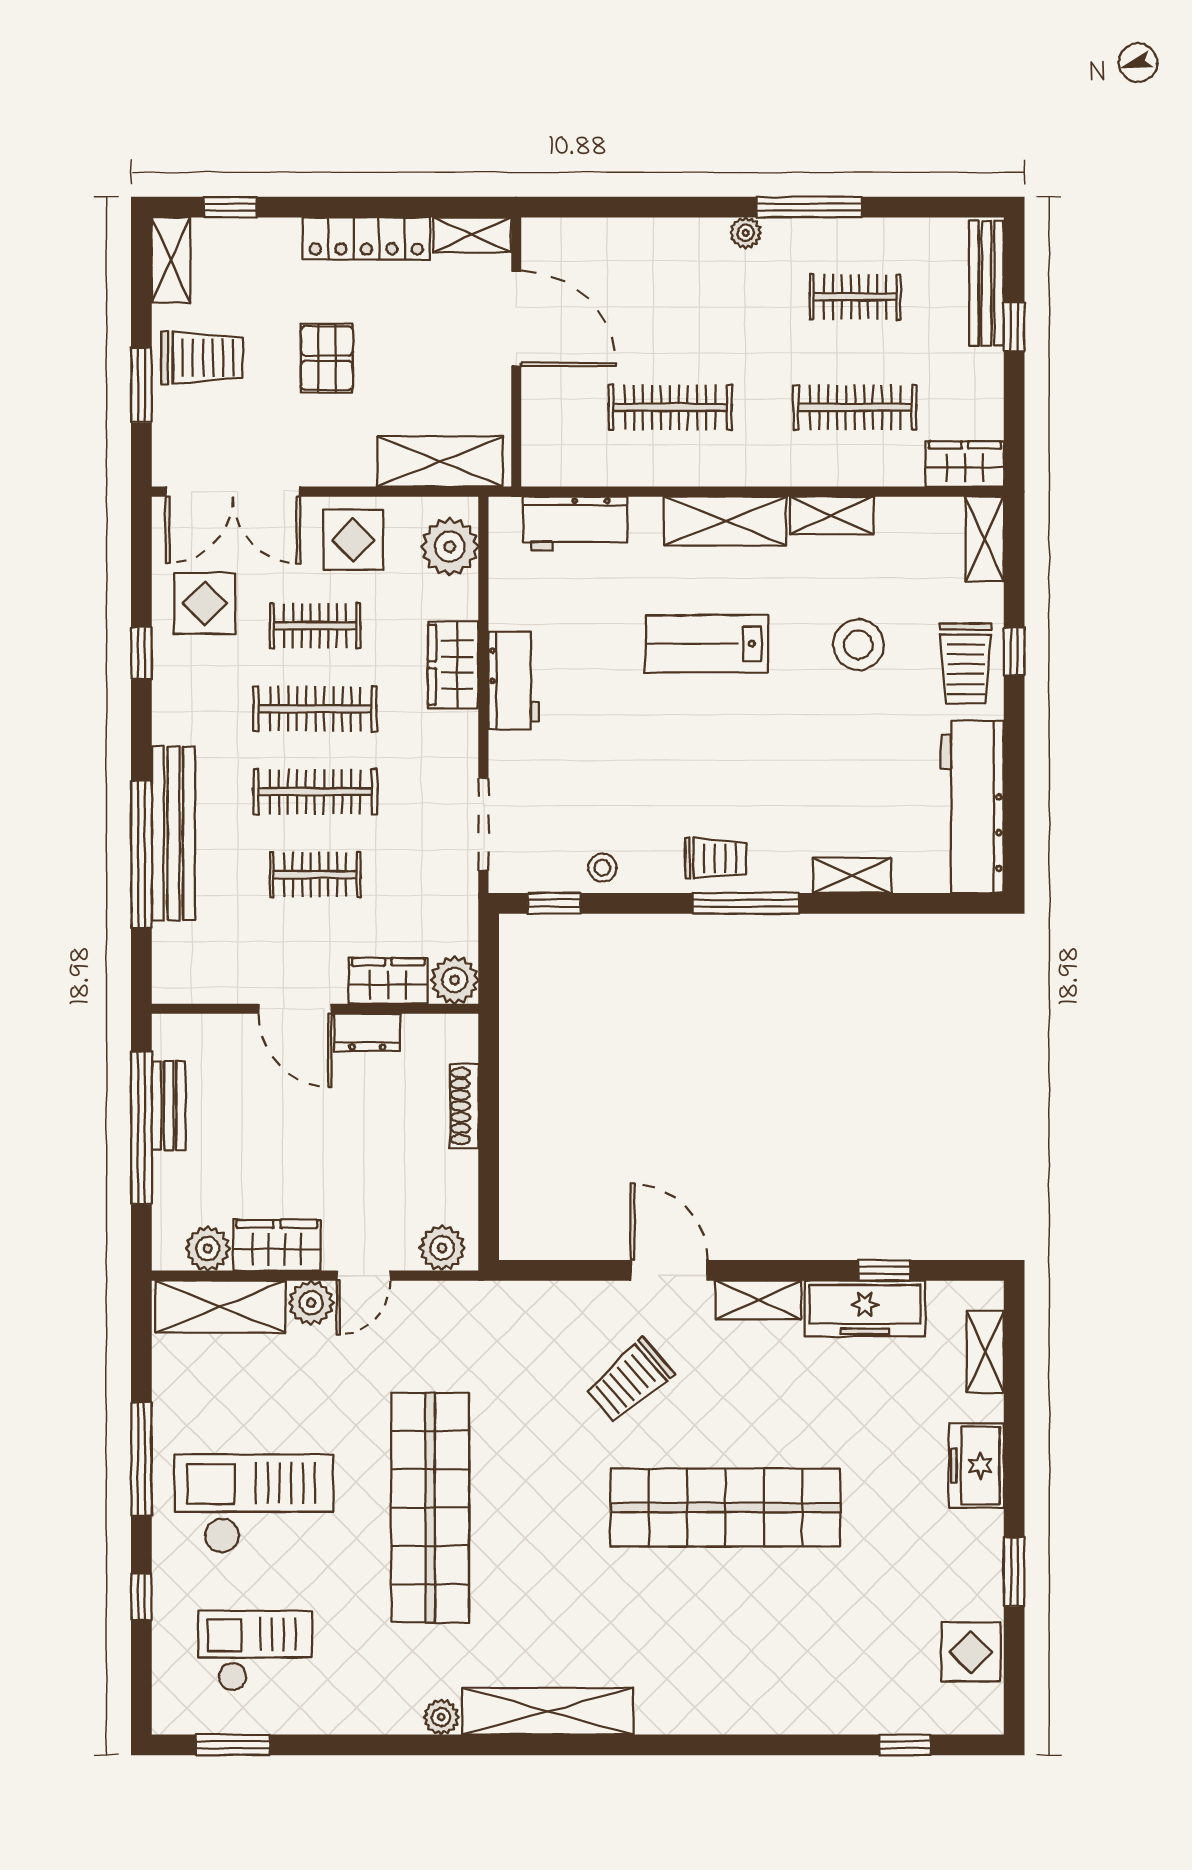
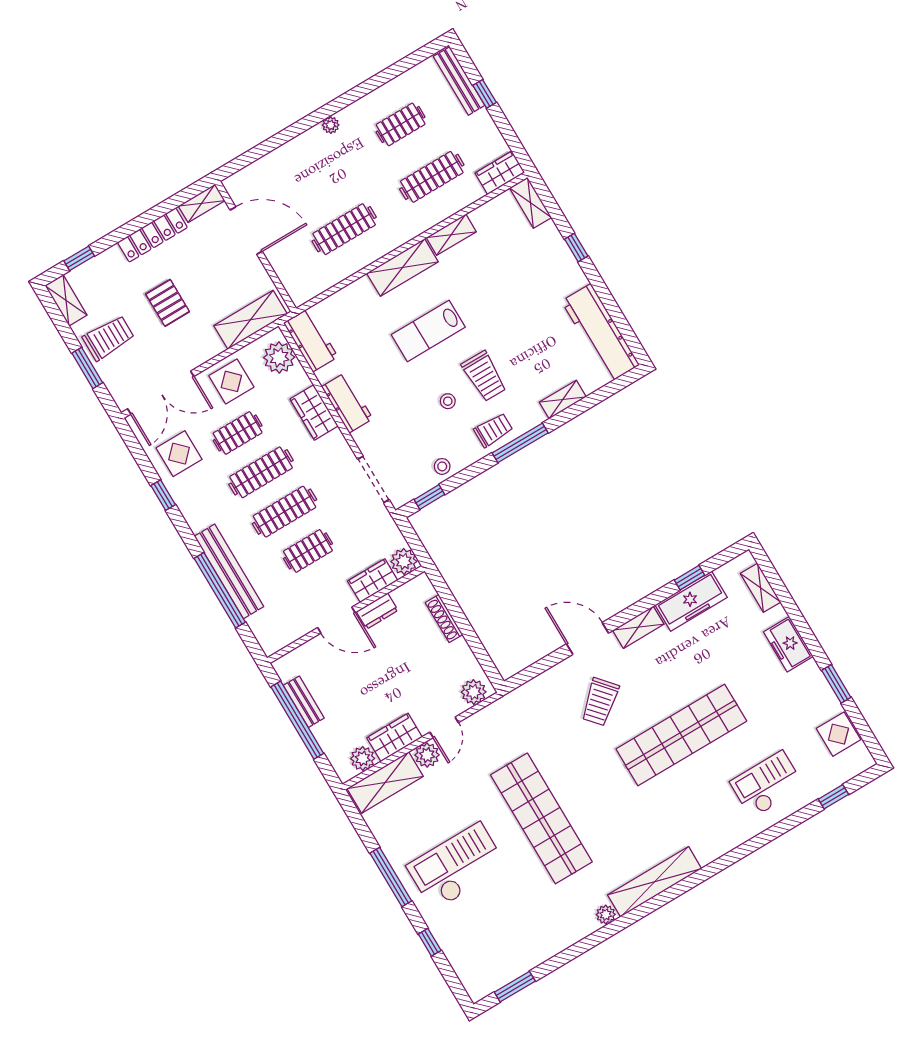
window: (809, 207) -> (354, 95), removed
workbench: (575, 523) -> (311, 340), moved, turned -90
stool: (858, 645) -> (448, 401), moved, width x0.53, depth x0.53
trolley: (966, 664) -> (484, 376), moved
checkout: (255, 1651) -> (767, 784), moved

